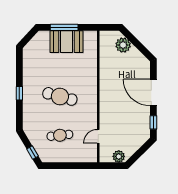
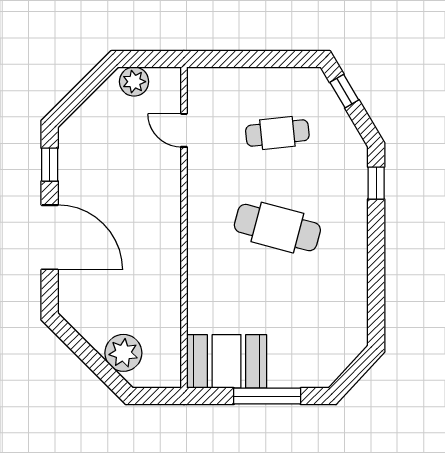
booth: (66, 42) -> (227, 361), moved
window: (19, 93) -> (376, 183), moved
door: (98, 136) -> (184, 130), swing flipped

